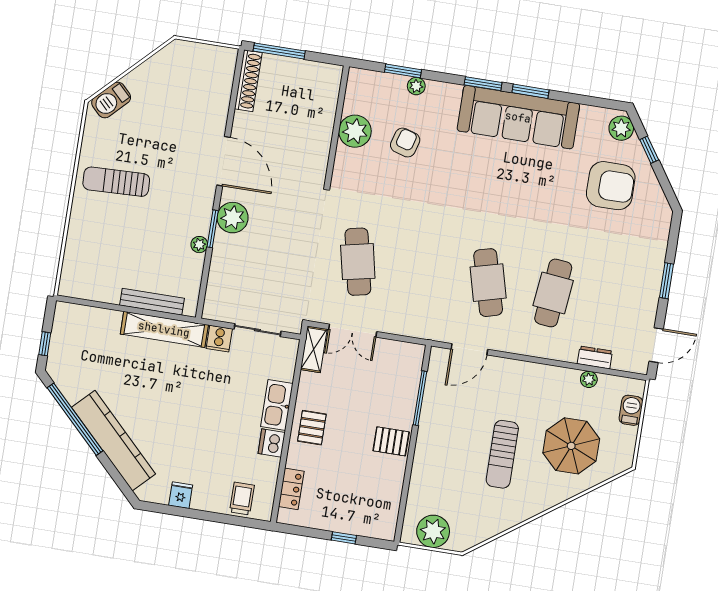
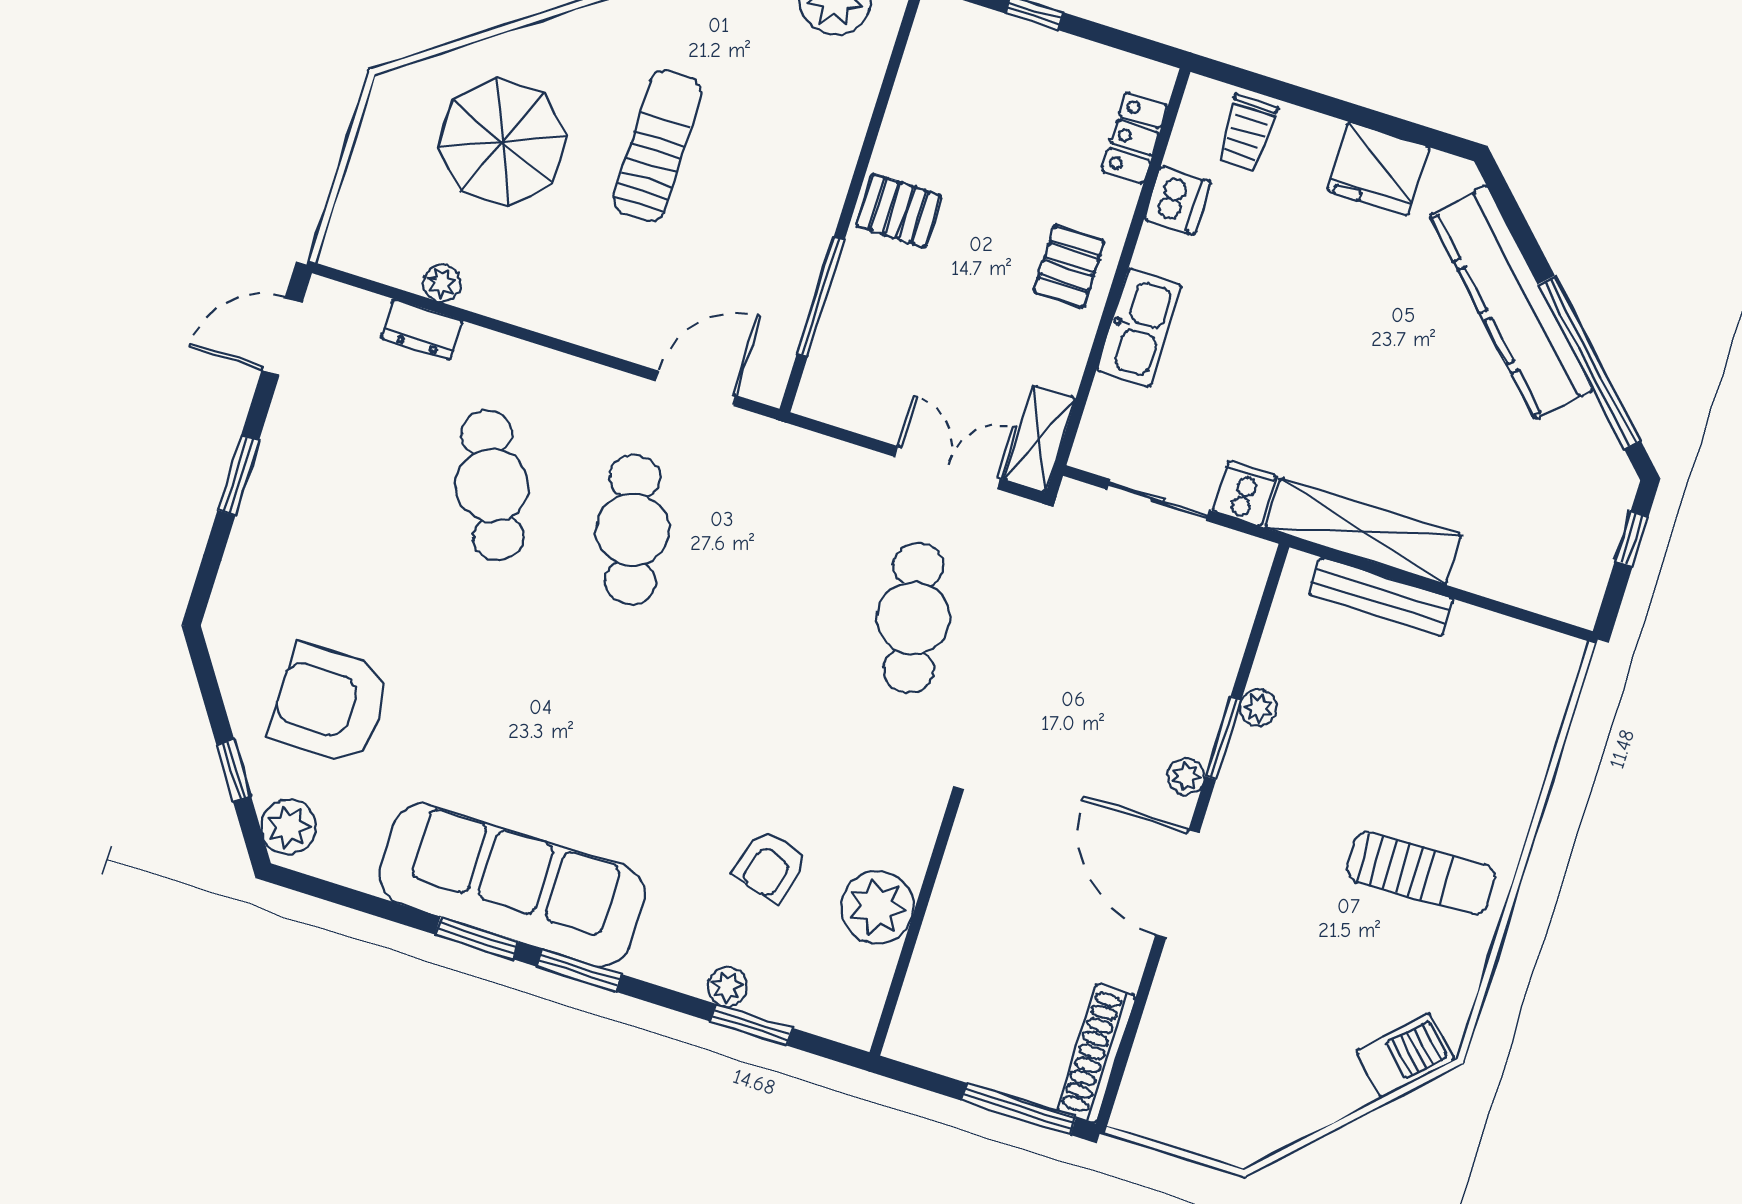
plant: (233, 218) -> (1186, 776), width x0.53, depth x0.53
cafe table: (553, 293) -> (492, 485), turned -30
barbecue: (631, 410) -> (359, 201), removed
dishwasher: (272, 443) -> (1177, 201), moved
fridge: (181, 495) -> (1378, 169), width x1.88, depth x1.34

